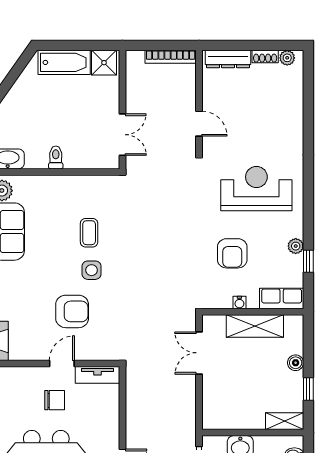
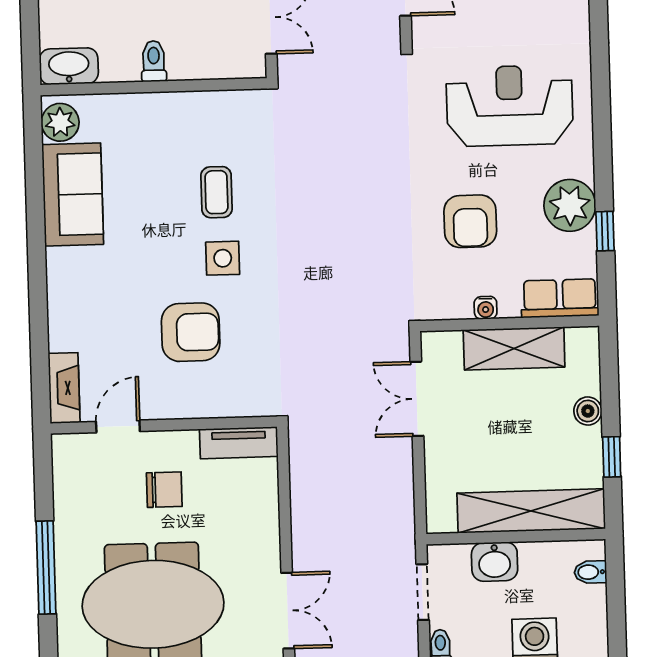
plant: (296, 246) -> (570, 205), width x1.88, depth x1.88
door: (62, 364) -> (118, 426), moved
shelving: (285, 421) -> (531, 511), width x2.20, depth x1.33

